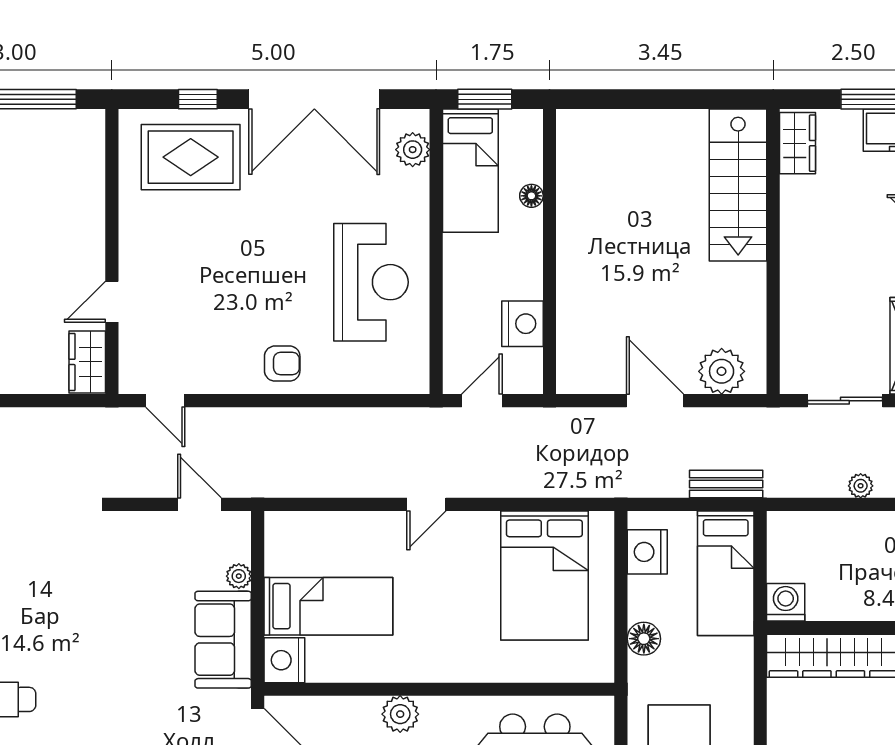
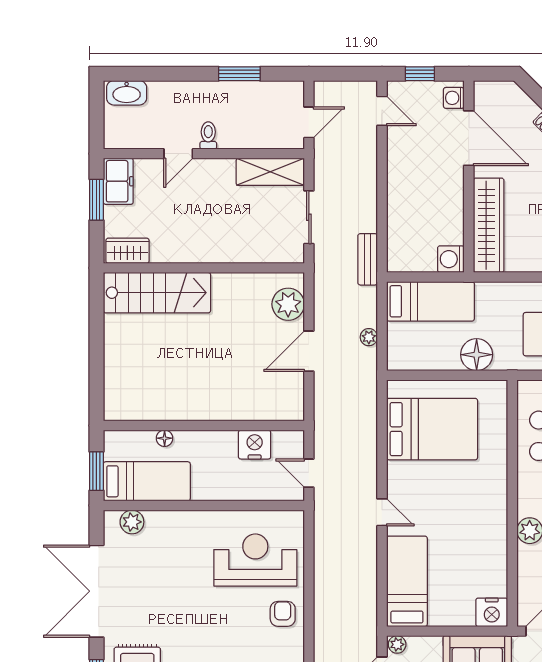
double door: (314, 99) -> (96, 591), swing flipped
reception desk: (371, 282) -> (255, 560), moved
bench: (726, 484) -> (368, 259), moved
plant: (861, 486) -> (369, 337), moved
nightstand: (647, 552) -> (415, 357), removed
plant: (239, 576) -> (397, 644), moved
bed: (328, 606) -> (407, 581), moved
floor lamp: (644, 639) -> (477, 355), width x1.38, depth x1.38

